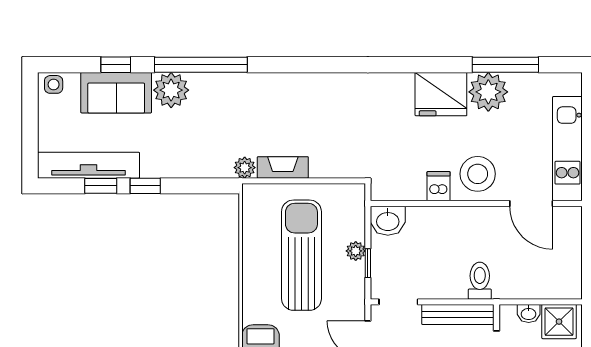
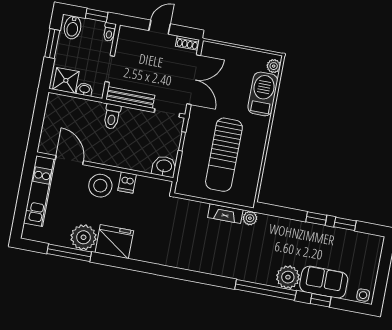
tv unit: (88, 165) -> (350, 239), removed
plant: (356, 251) -> (188, 151), removed

